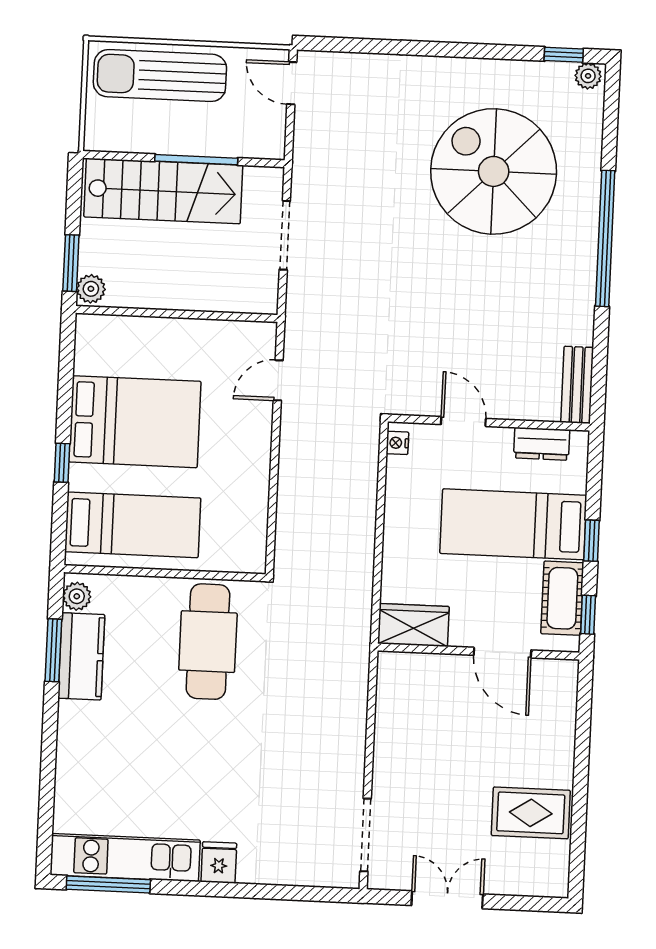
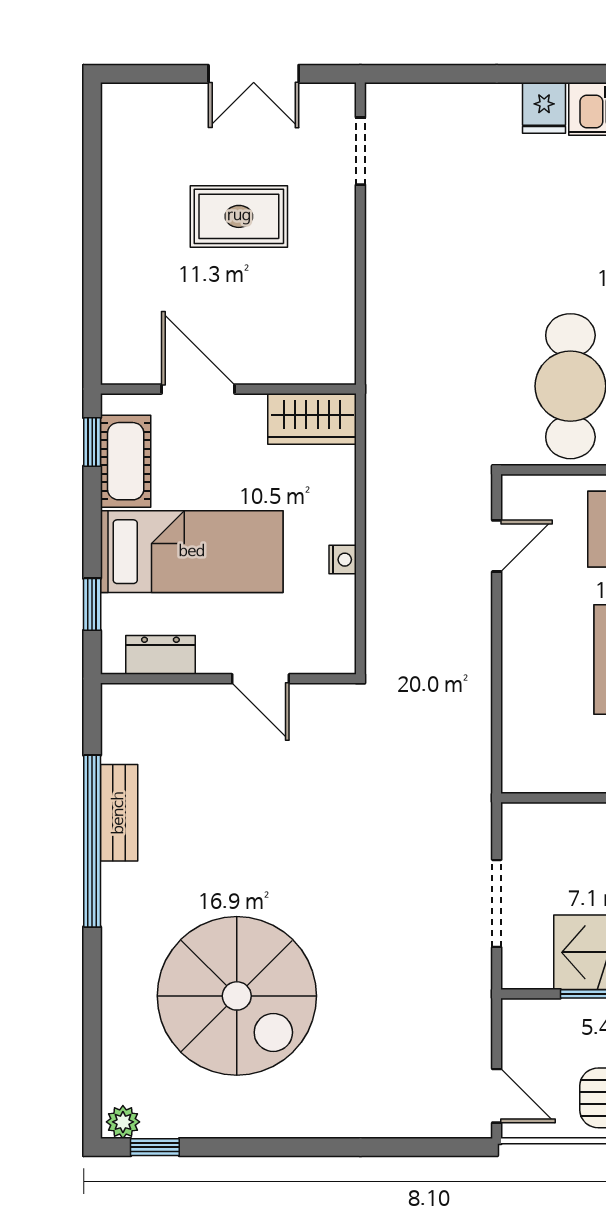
window: (605, 238) -> (92, 841), moved
door: (278, 380) -> (497, 546), moved
bench: (577, 385) -> (119, 813), moved
nightstand: (397, 443) -> (343, 560), moved
window: (591, 541) -> (92, 604), moved
rug: (531, 813) -> (239, 216), moved
doorway: (366, 835) -> (360, 151), width x0.73

